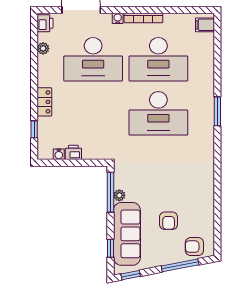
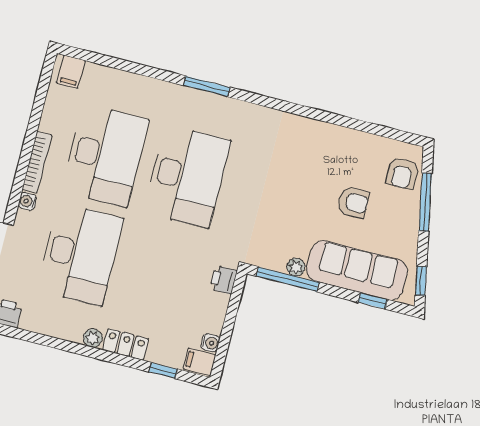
plant: (43, 48) -> (93, 338), moved
filing cabinet: (45, 150) -> (199, 362), added
printer: (73, 152) -> (223, 280), moved

